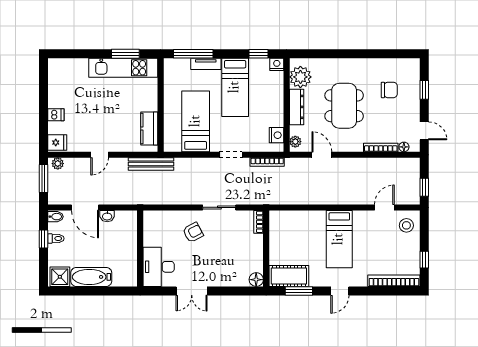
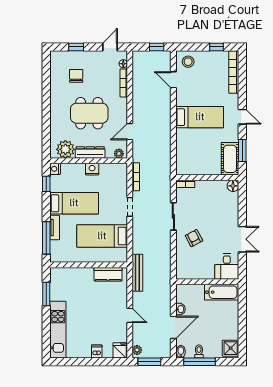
kitchen unit: (123, 68) -> (58, 330), moved
nightstand: (276, 135) -> (92, 169), moved
window: (43, 239) -> (199, 362), width x2.17
desk: (159, 267) -> (227, 267), width x0.73
bathtub: (91, 277) -> (221, 292), moved, turned -90

